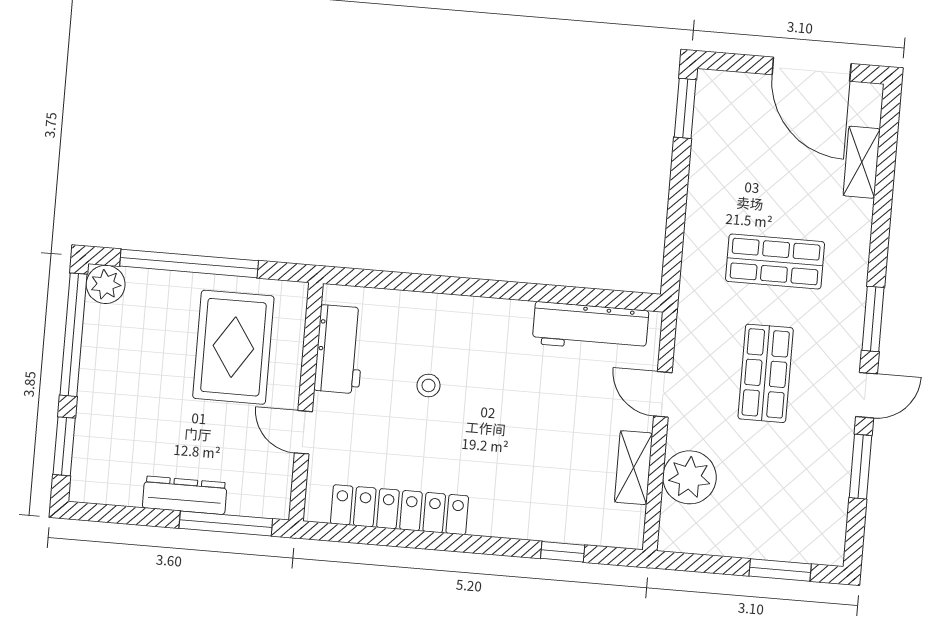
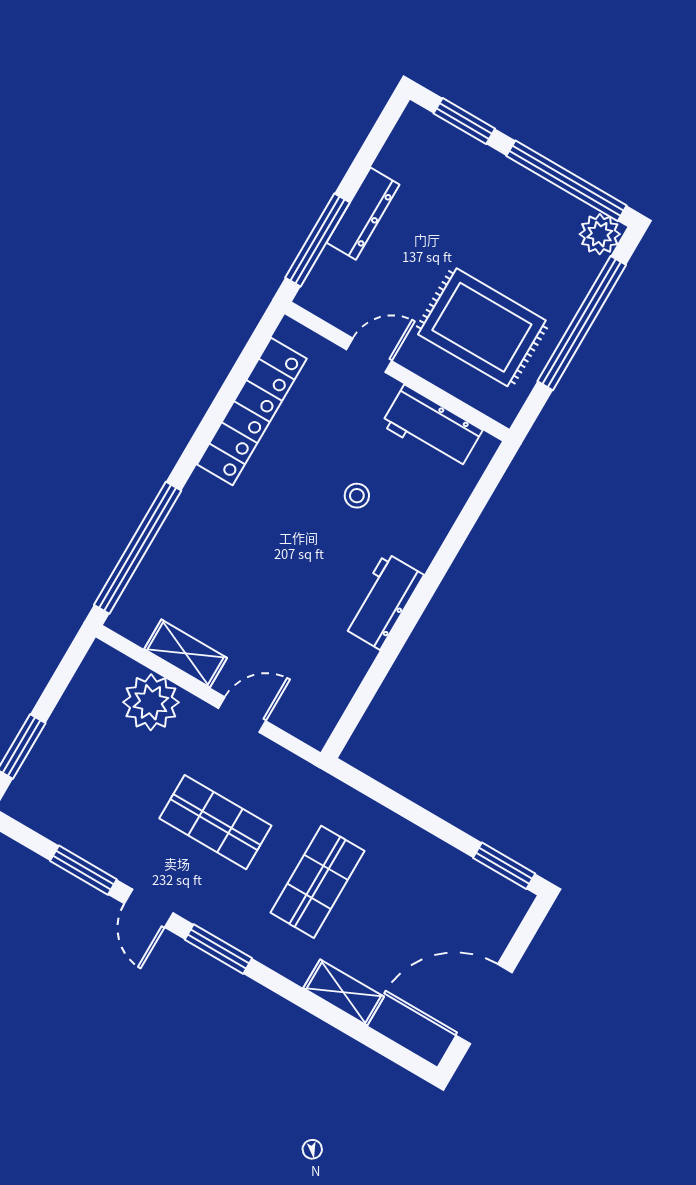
shelving: (862, 162) -> (344, 992), moved
workbench: (590, 327) -> (383, 601), moved, width x0.73
window: (563, 552) -> (138, 548), width x3.17

